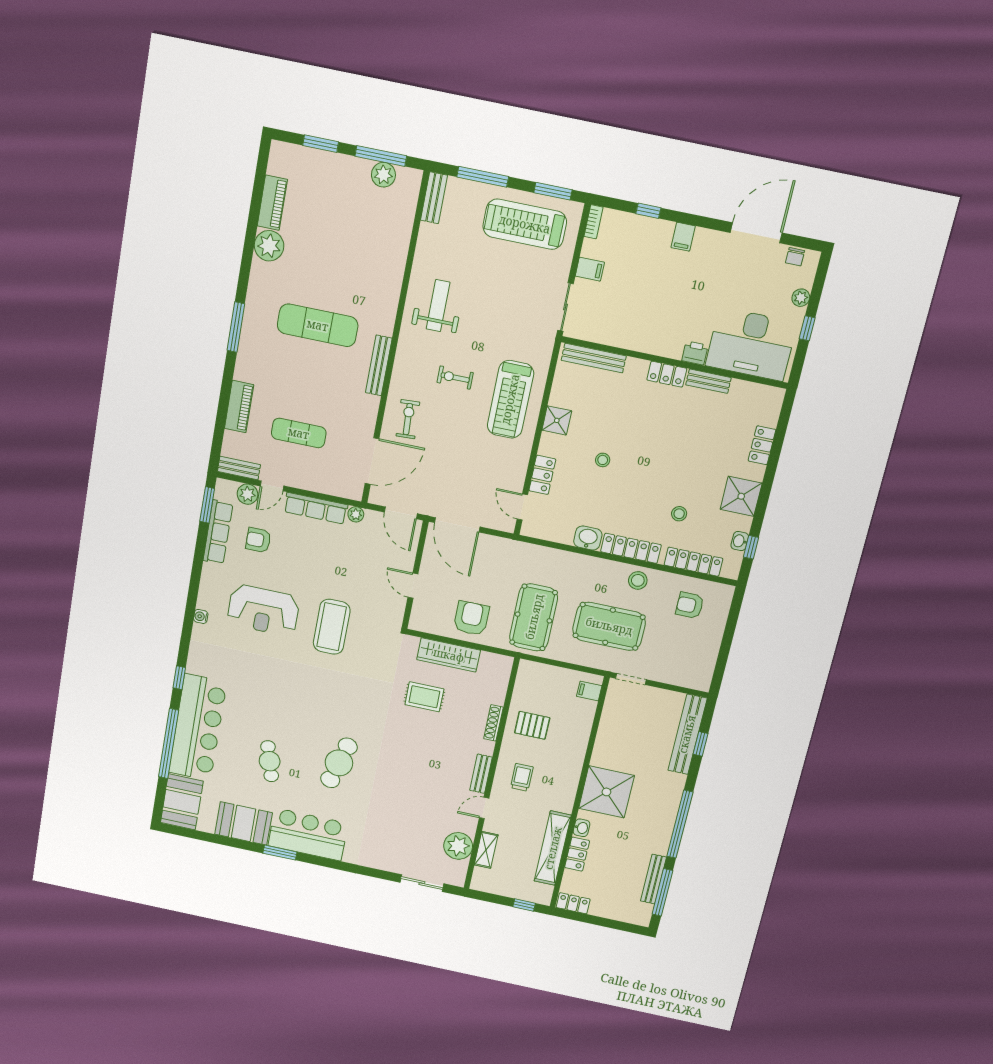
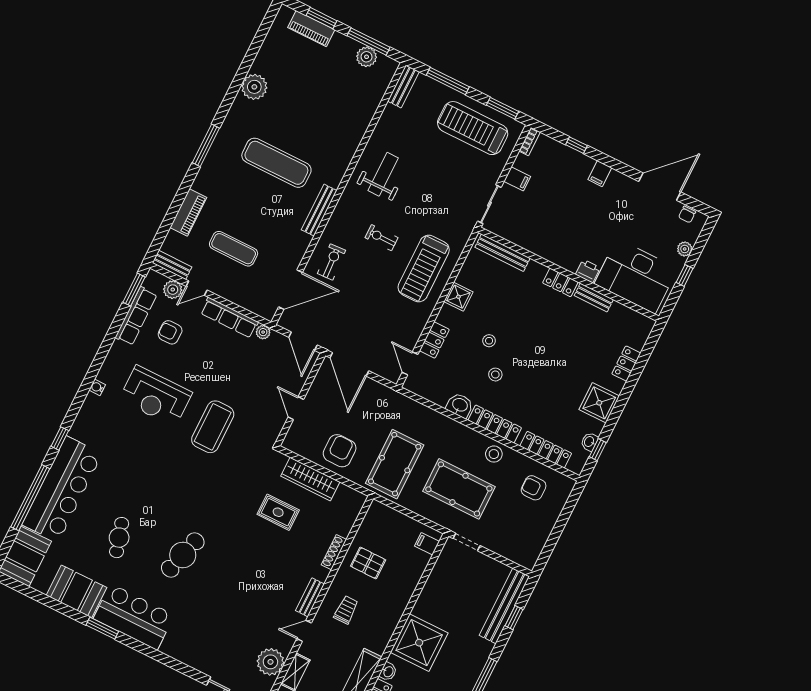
piano: (272, 203) -> (311, 29), moved, turned 90
stool: (679, 514) -> (495, 375), moved

